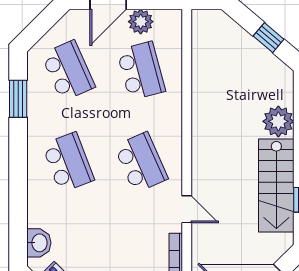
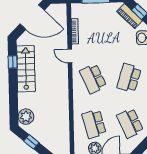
plant: (278, 121) -> (26, 117), moved
school desk: (68, 162) -> (129, 78), turned 39

